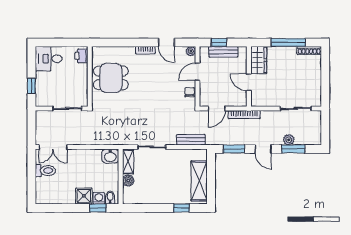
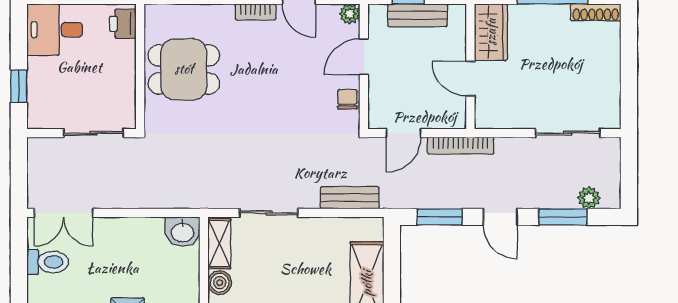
plant: (289, 140) -> (589, 198), moved

